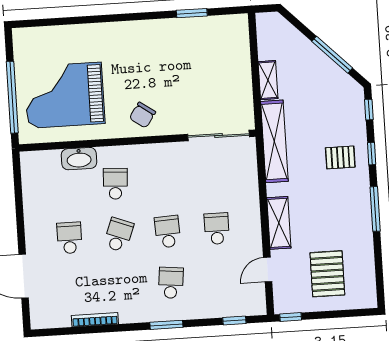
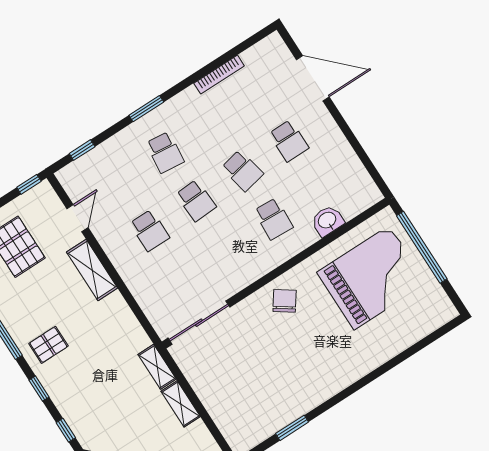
shelving: (274, 141) -> (157, 367), width x0.45, depth x0.75
pallet: (340, 157) -> (48, 345), moved
washbasin: (79, 159) -> (327, 221), width x0.72
school desk: (119, 235) -> (242, 171), turned -33

